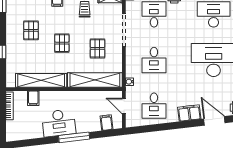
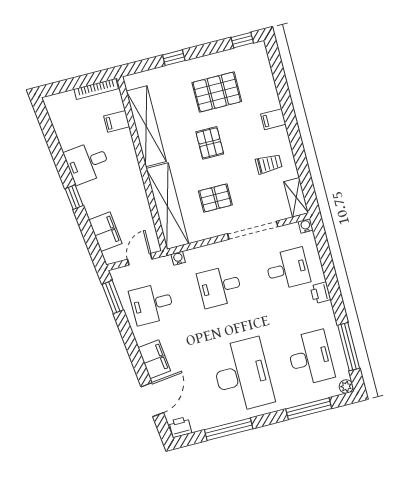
pallet: (31, 30) -> (217, 92), width x1.50, depth x1.42
pallet: (62, 43) -> (210, 143), turned 90
desk: (59, 123) -> (87, 162), width x0.73
filing cabinet: (106, 123) -> (105, 232), width x2.00
window: (143, 129) -> (113, 297), added
window: (74, 137) -> (74, 197), width x0.46

